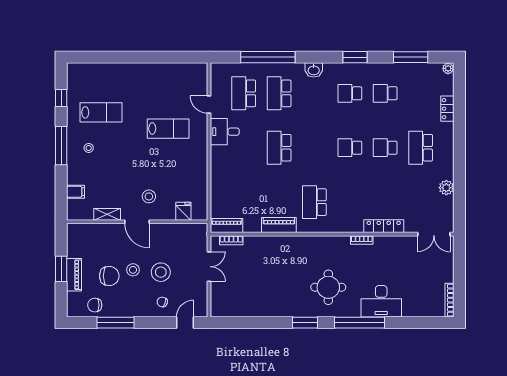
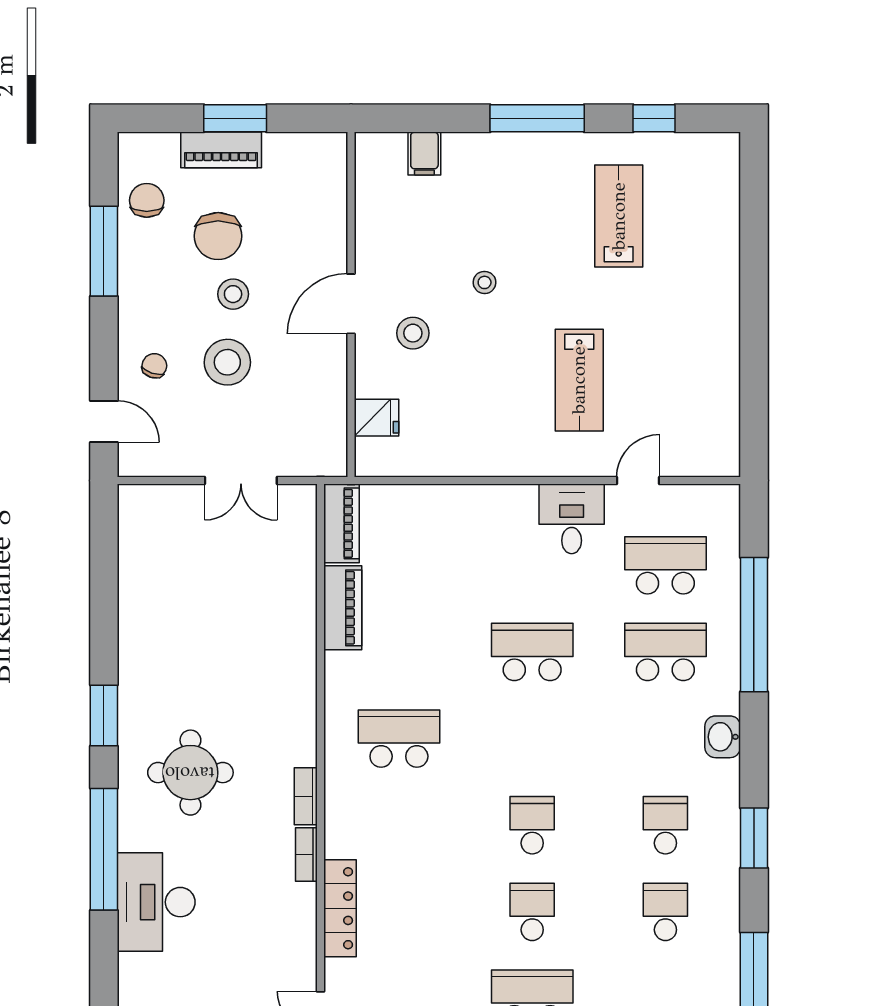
lab bench: (101, 112) -> (619, 216), turned 180
stool: (89, 148) -> (485, 282), moved
shelving: (107, 214) -> (369, 231), removed
piano: (279, 225) -> (343, 608), moved
bookcase: (231, 240) -> (306, 796), moved

